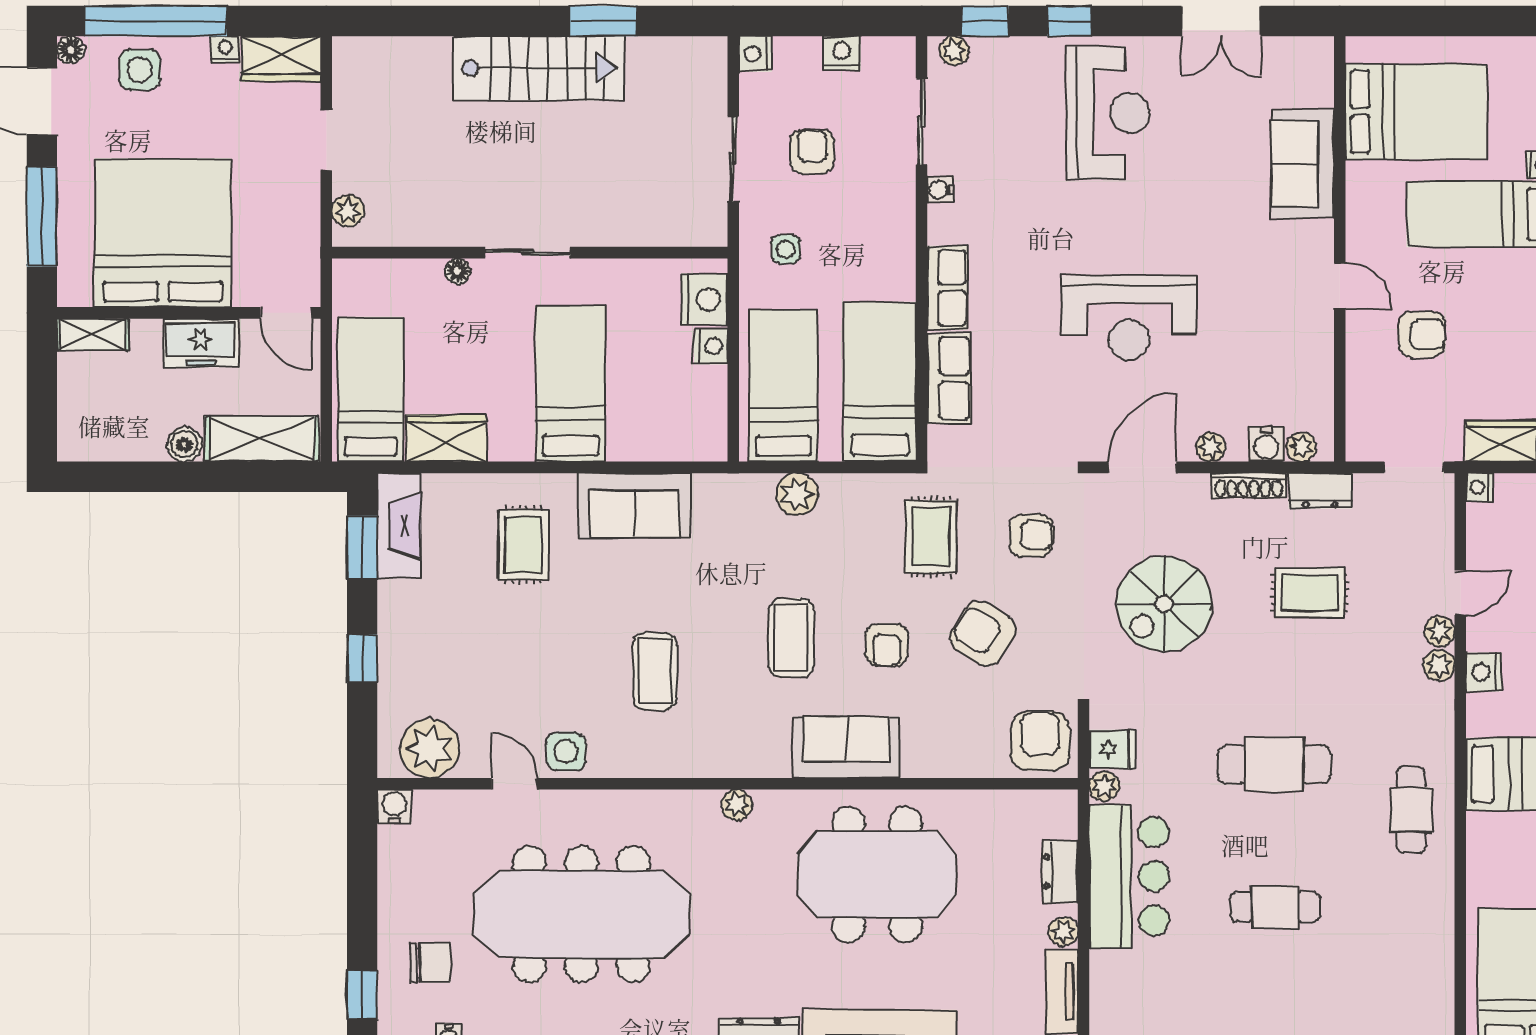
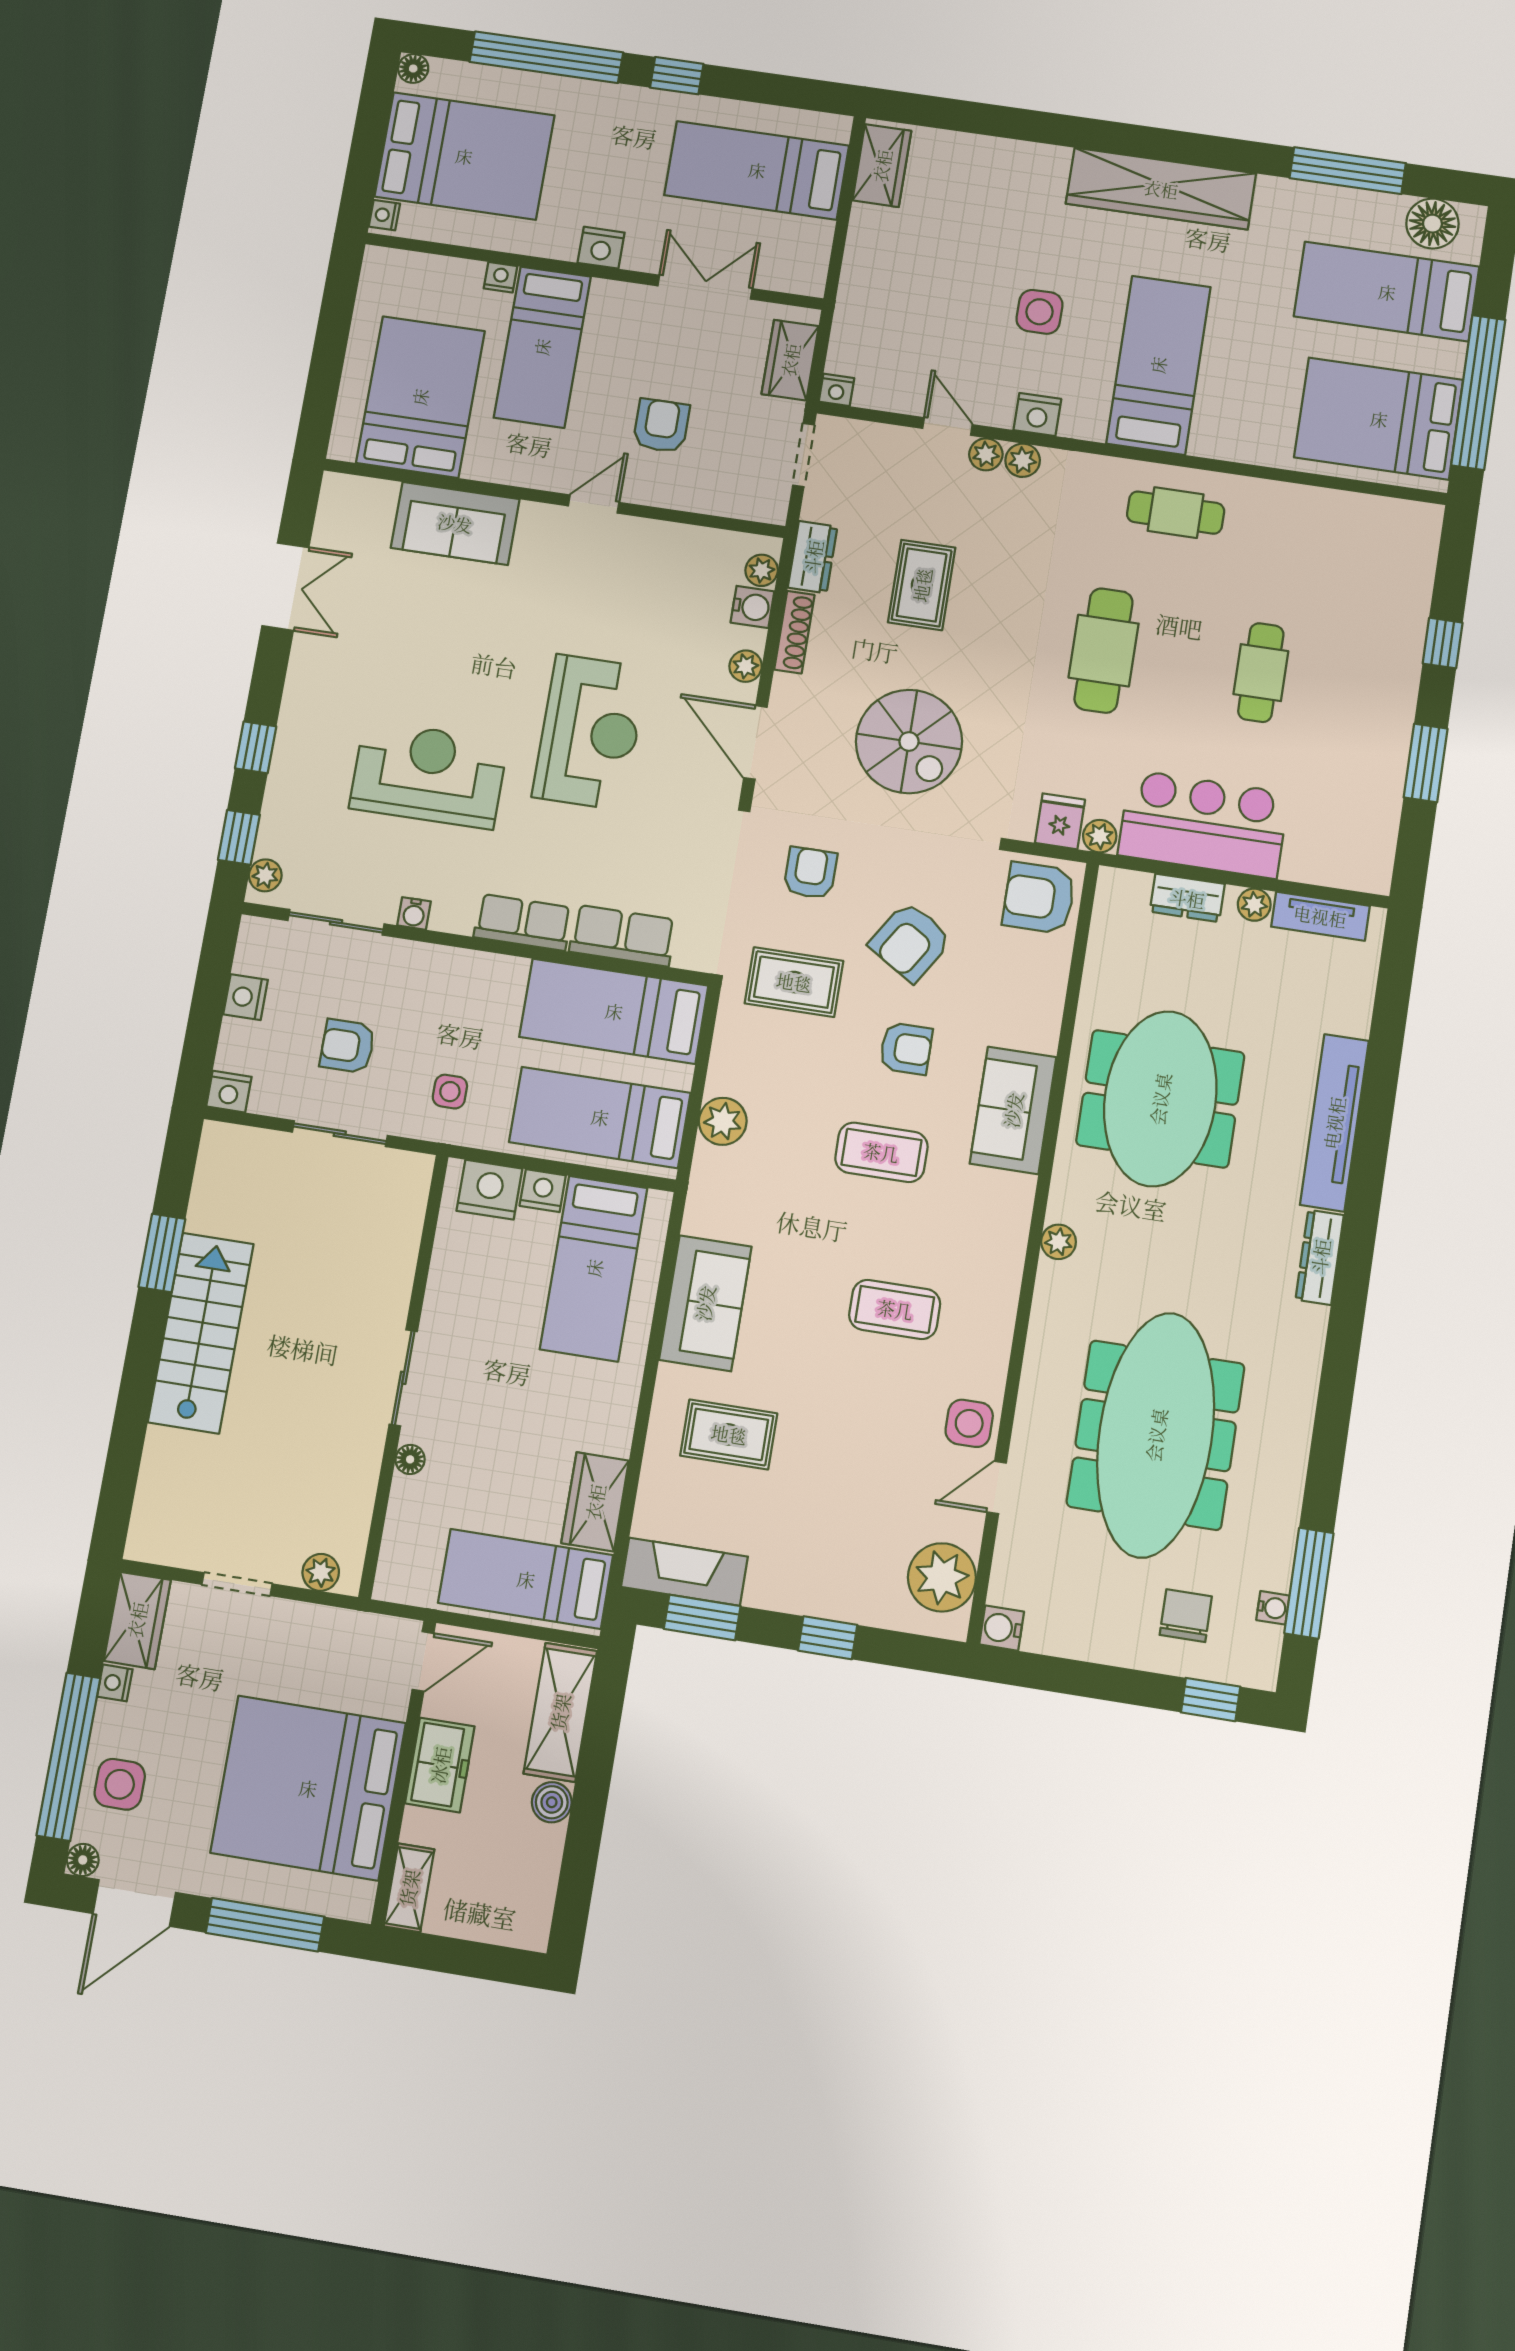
reception desk: (1108, 113) -> (429, 775), moved
bed: (571, 384) -> (594, 1268), moved, turned -90

